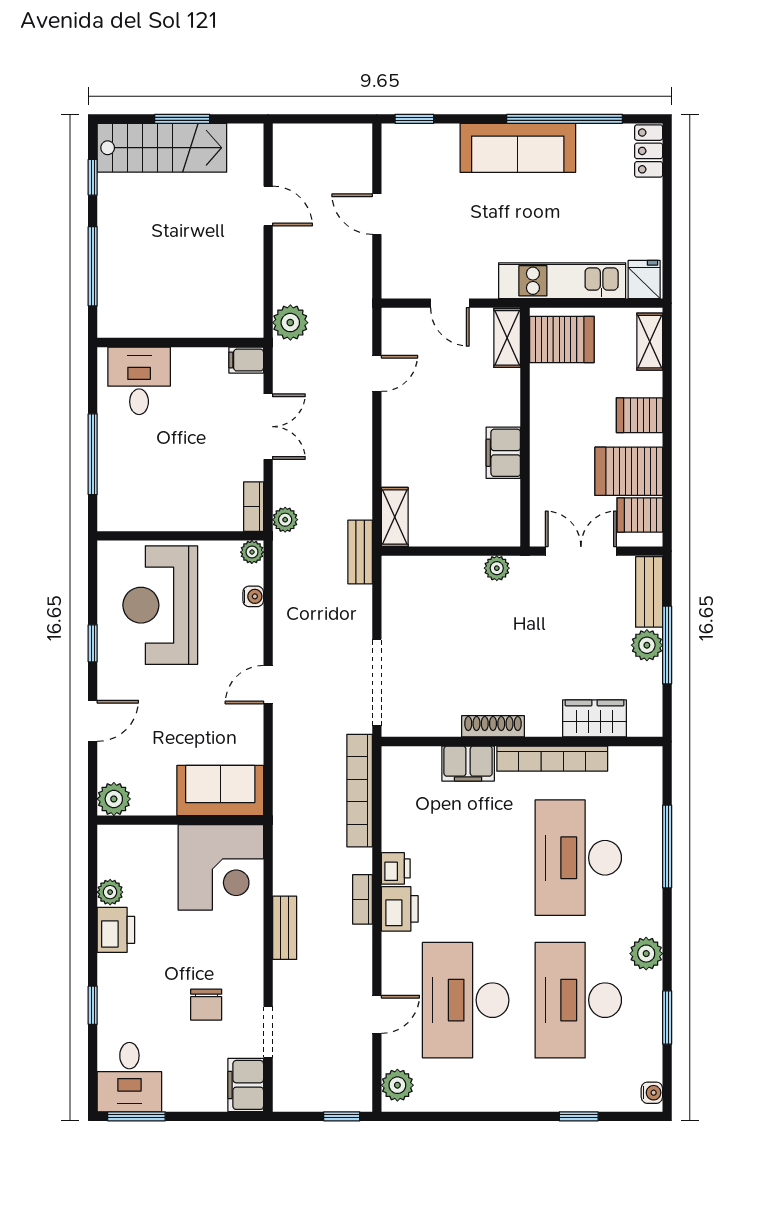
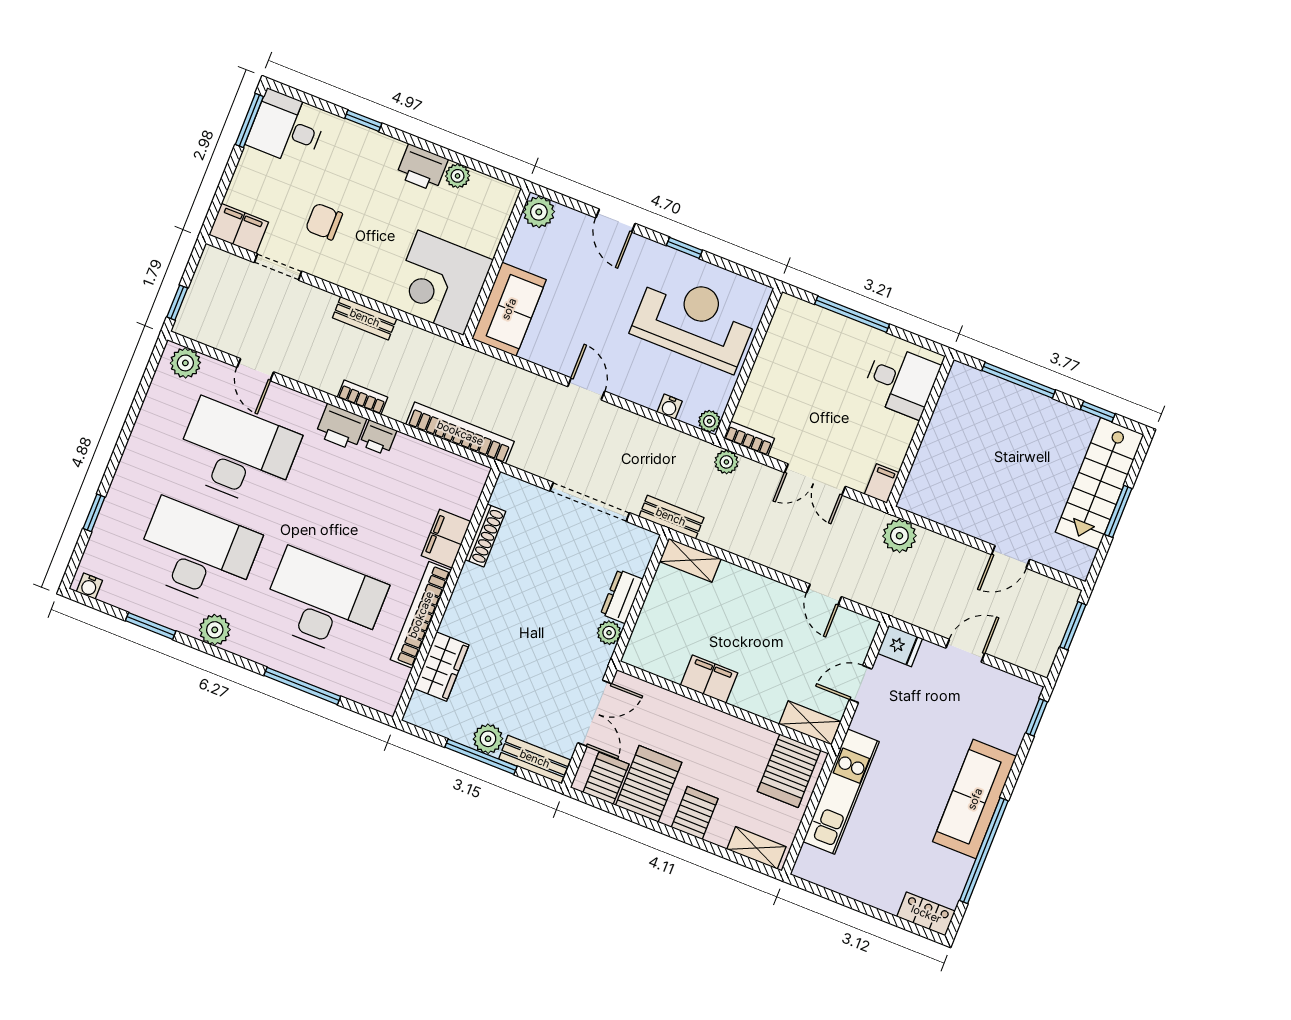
window: (311, 119) -> (1073, 626), added
fridge: (644, 280) -> (900, 646), moved
dresser: (457, 570) -> (622, 597), added
doorway: (377, 683) -> (590, 502), moved
shoe rack: (493, 726) -> (485, 535), moved

